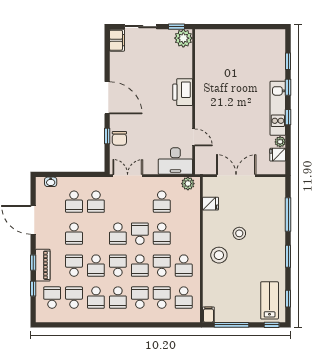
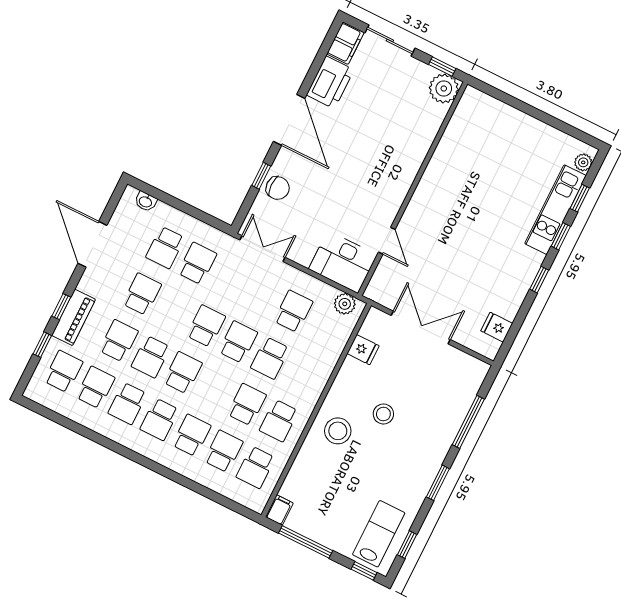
printer: (183, 92) -> (330, 82), moved, turned 180
kitchen unit: (278, 108) -> (555, 210), moved
chair: (119, 138) -> (278, 188), turned -90
plant: (280, 142) -> (583, 162), moved
school desk: (96, 202) -> (197, 263), turned 180
school desk: (162, 202) -> (293, 311), turned 180
school desk: (74, 234) -> (142, 294), turned 180
school desk: (118, 234) -> (206, 326), turned 180
school desk: (140, 266) -> (215, 389), removed

